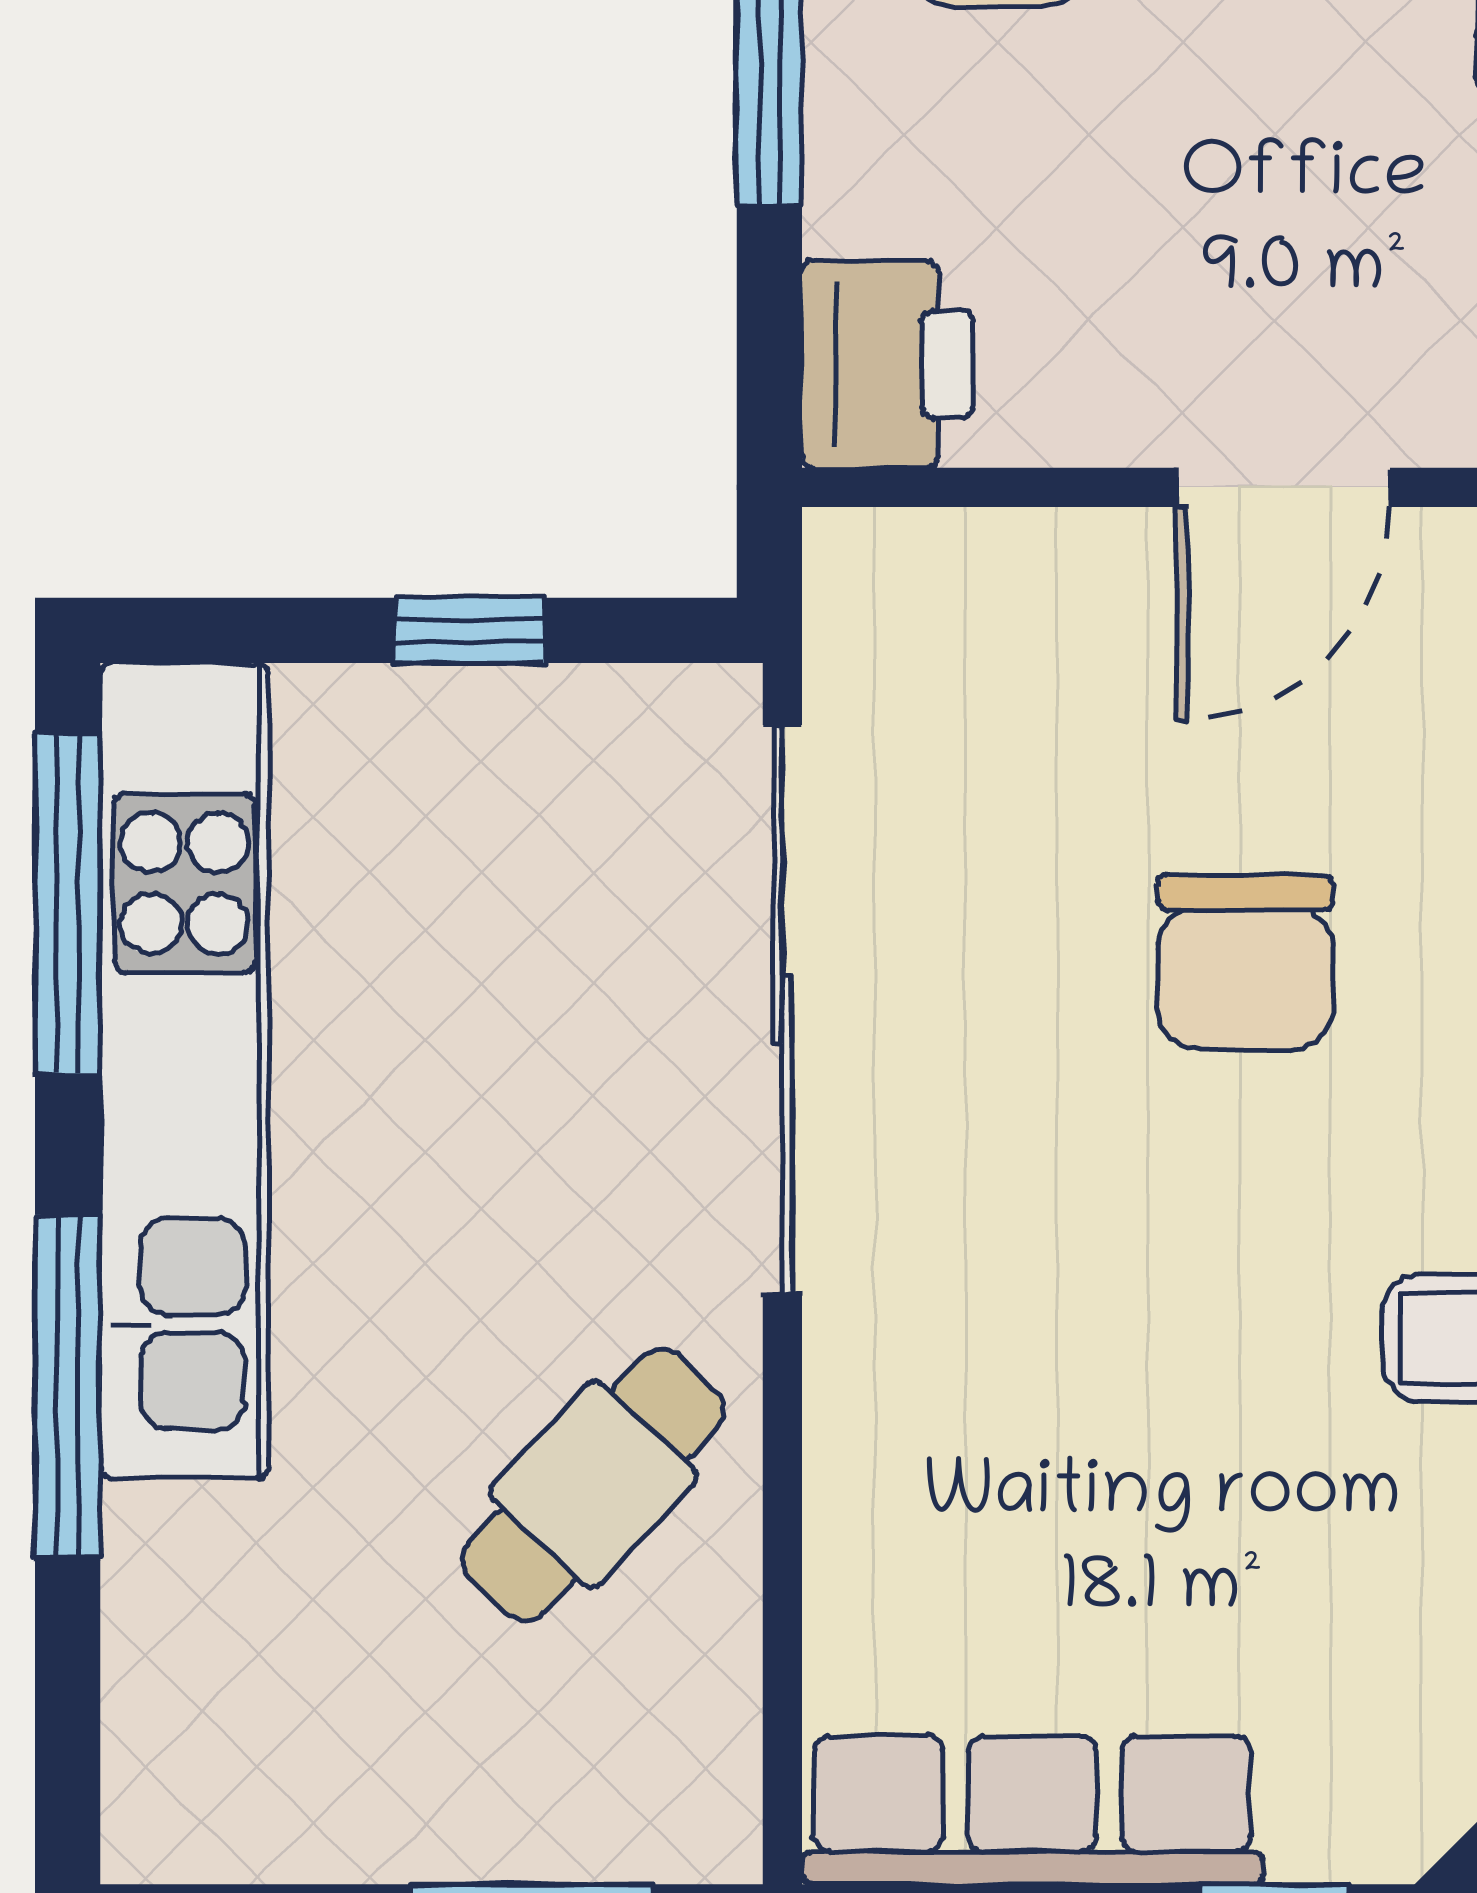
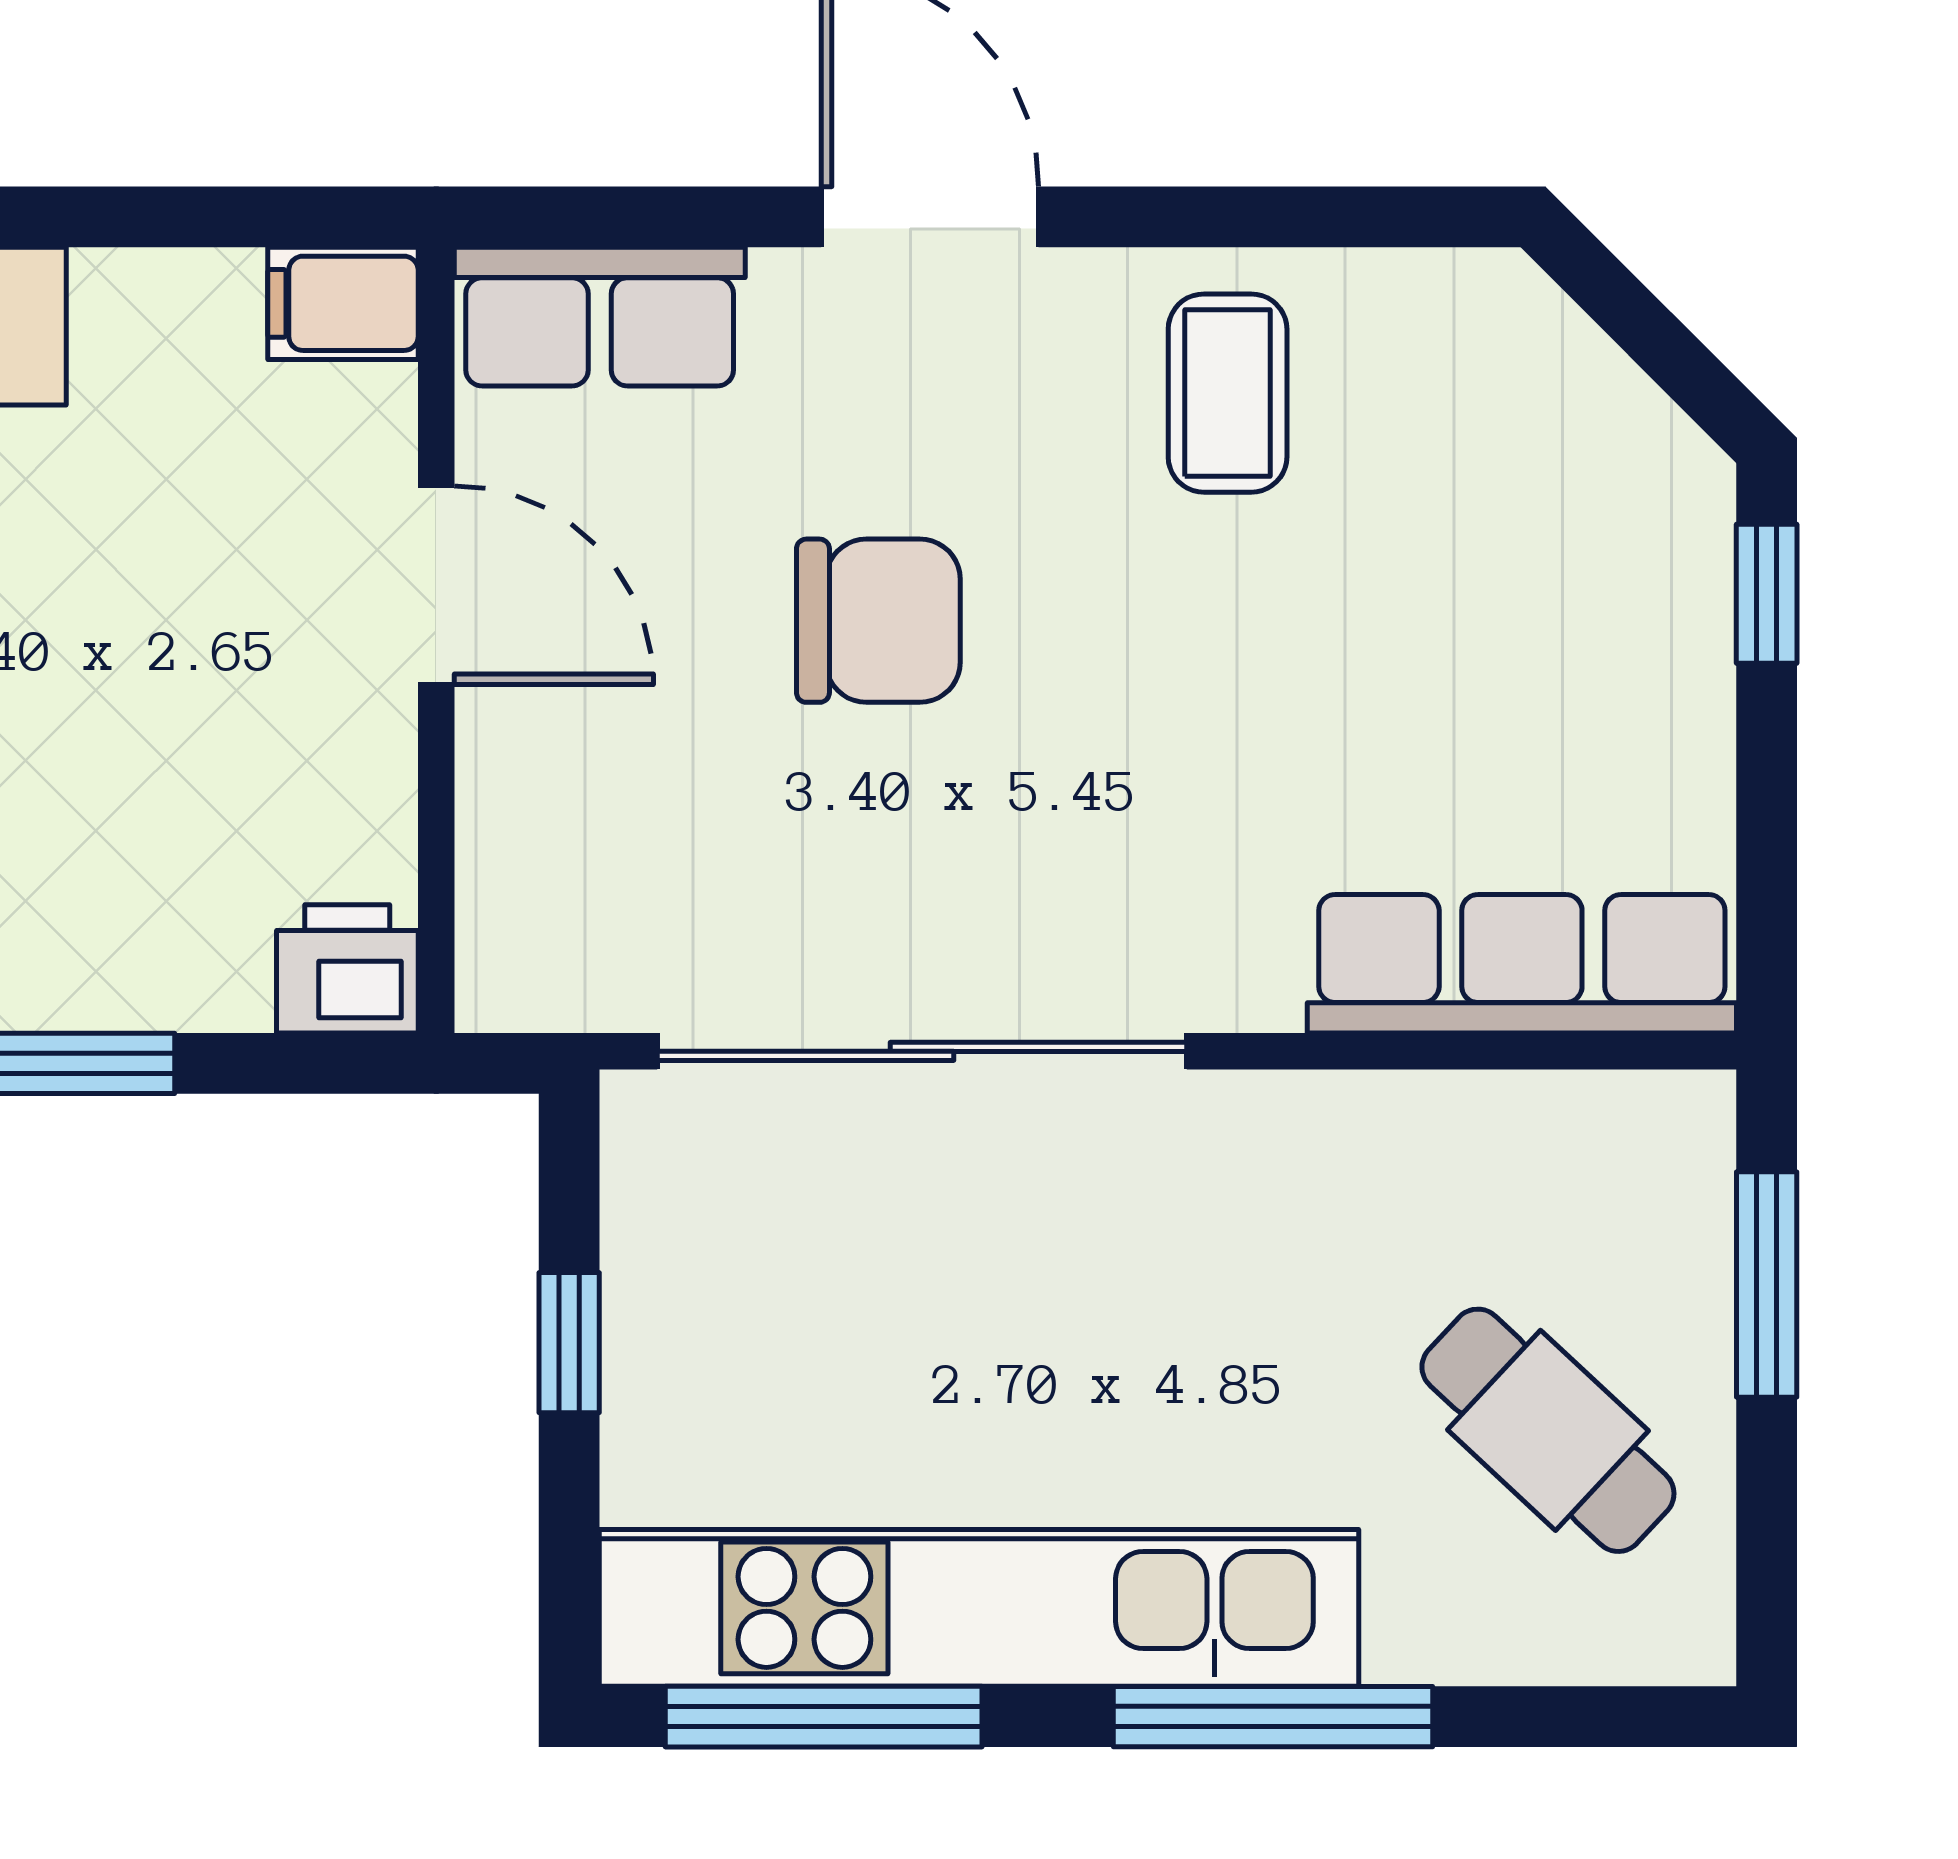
printer: (888, 364) -> (347, 969), width x0.73, depth x0.81
cafe table: (593, 1485) -> (1548, 1430), moved
row of seats: (1032, 1810) -> (1522, 964), moved, turned 90

